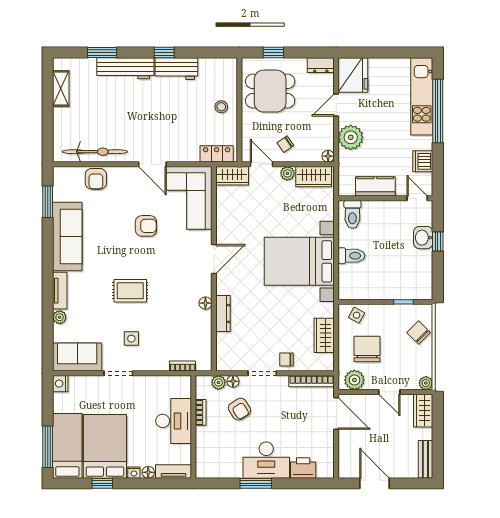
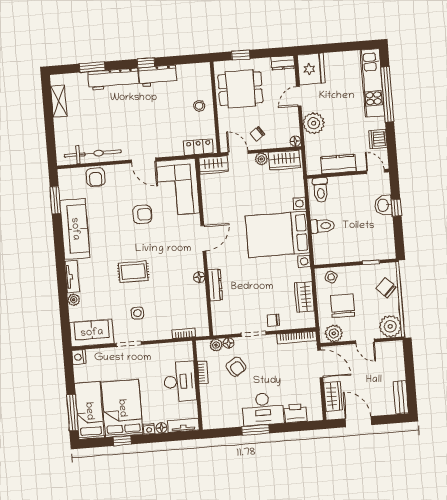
plant: (426, 383) -> (390, 326), width x1.87, depth x1.87
wardrobe: (423, 411) -> (333, 396), moved, turned 180

